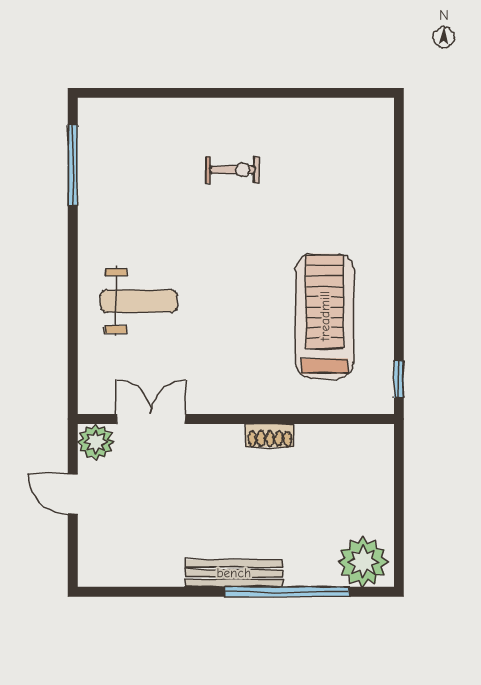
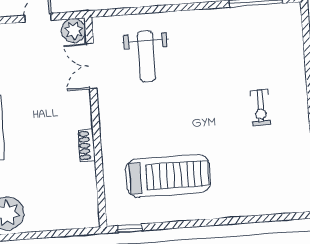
weight bench: (139, 301) -> (146, 56), moved
double door: (151, 419) -> (92, 66), swing flipped

